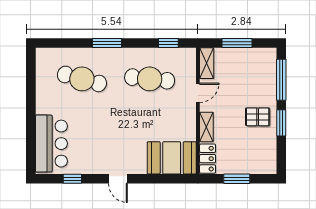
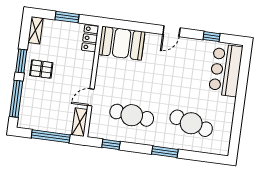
window: (237, 43) -> (51, 136), width x1.44
shelving: (206, 127) -> (36, 30), moved
door: (118, 179) -> (171, 31), swing flipped

